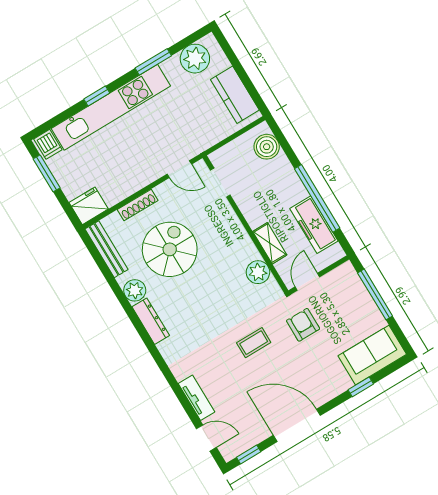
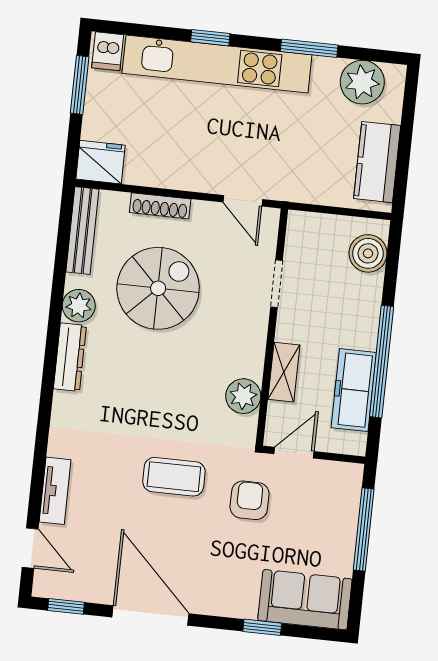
doorway: (220, 183) -> (277, 284), moved
coffee table: (254, 343) -> (174, 477), width x1.36, depth x1.30

